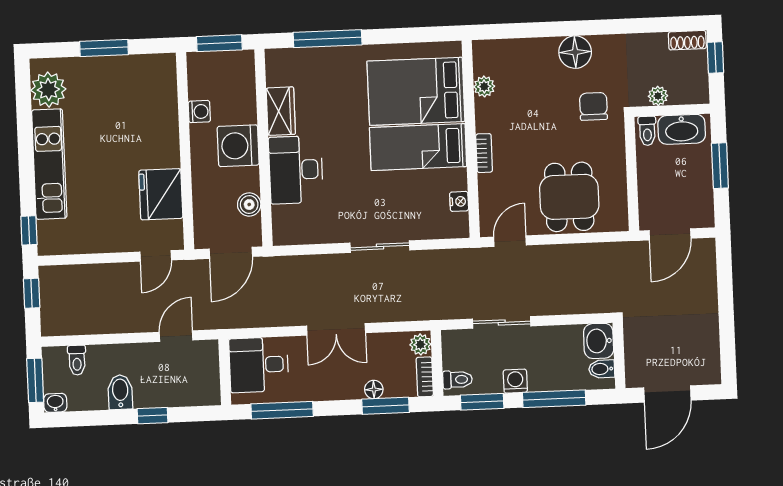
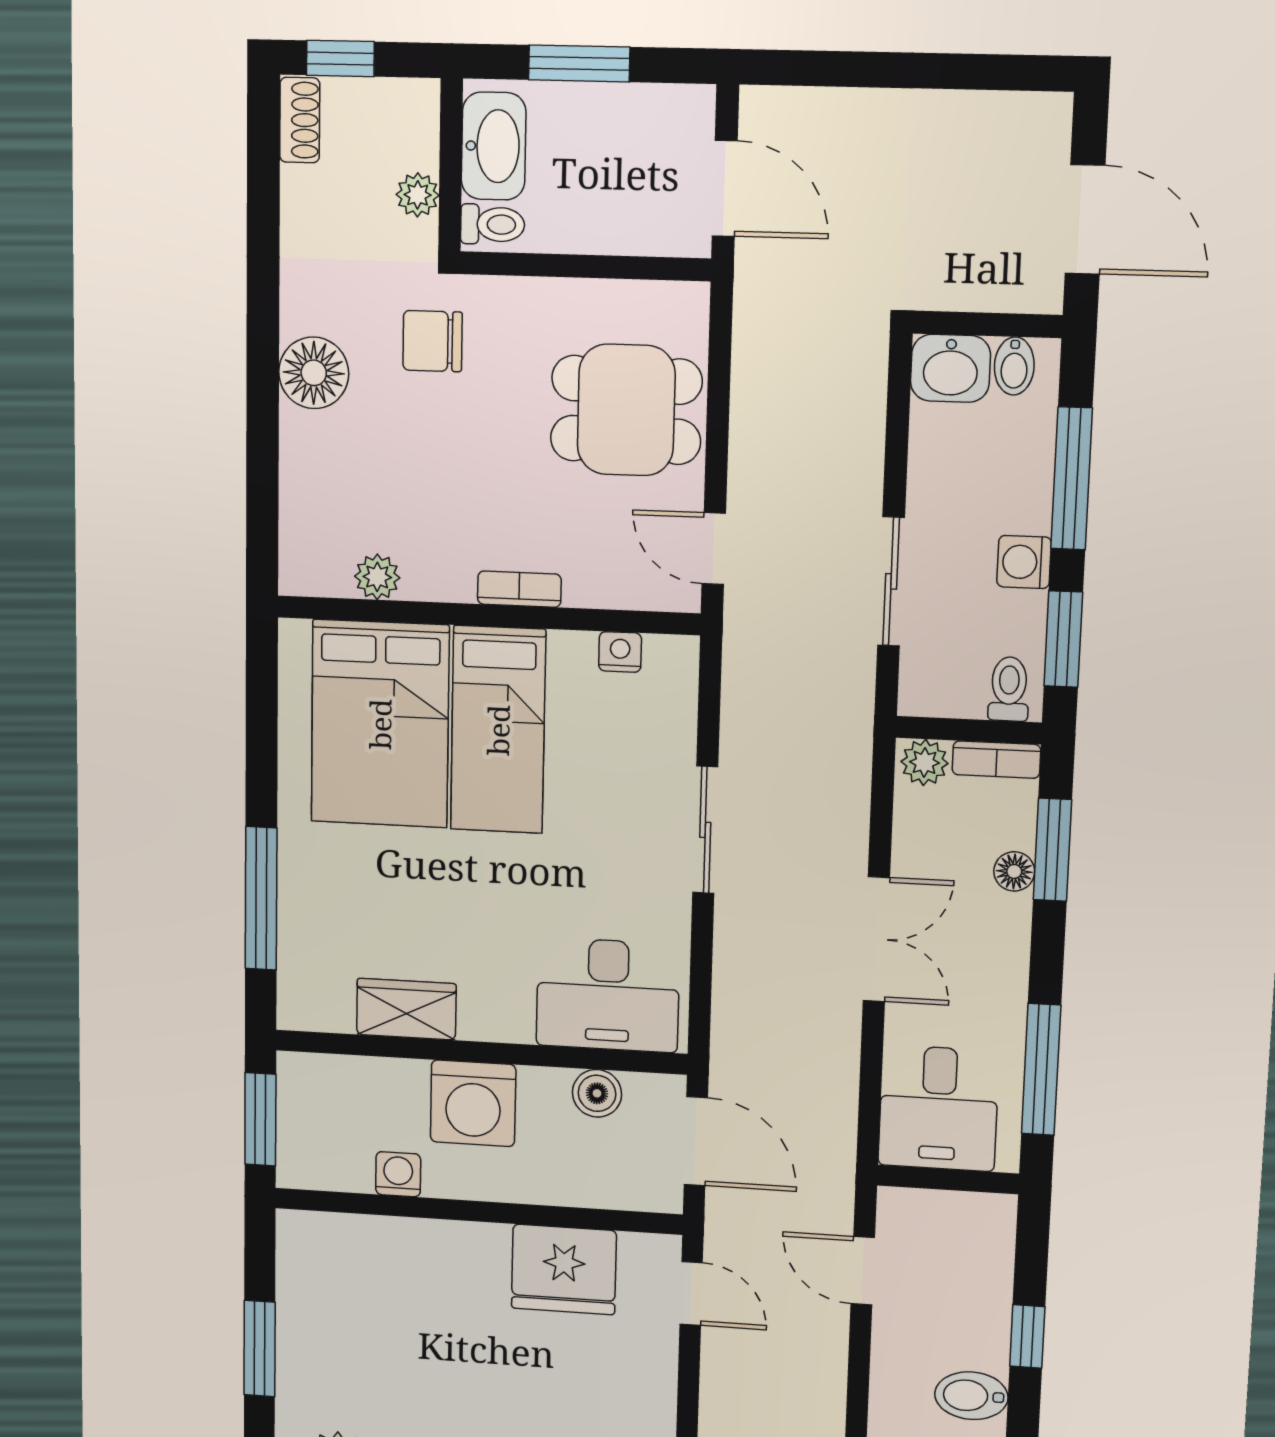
desk: (296, 170) -> (608, 995), moved

